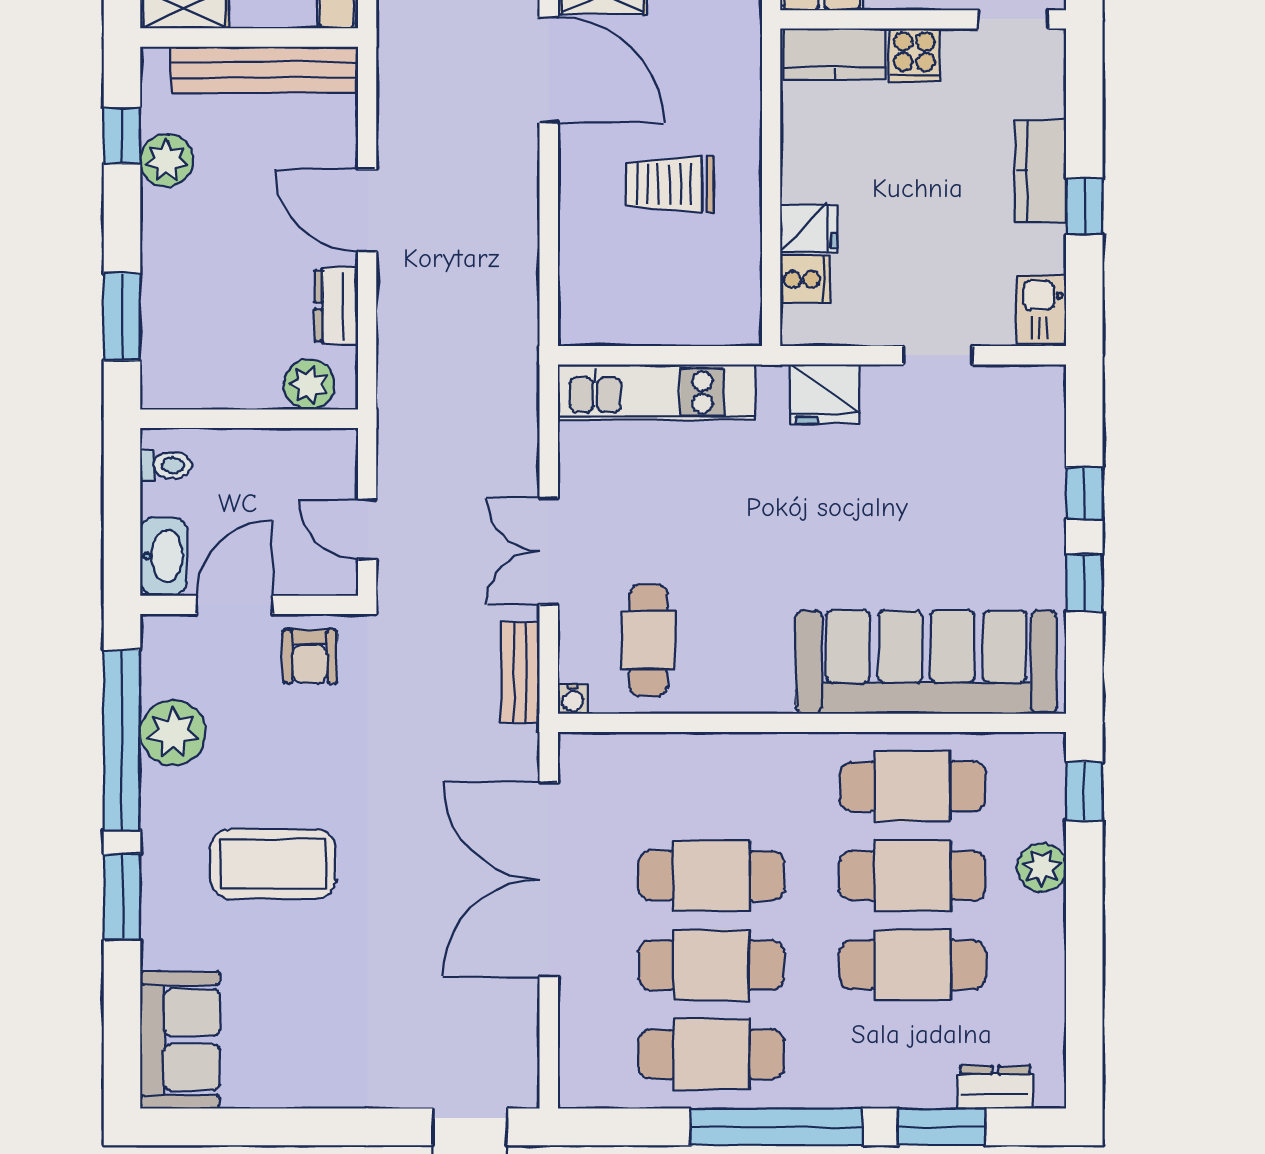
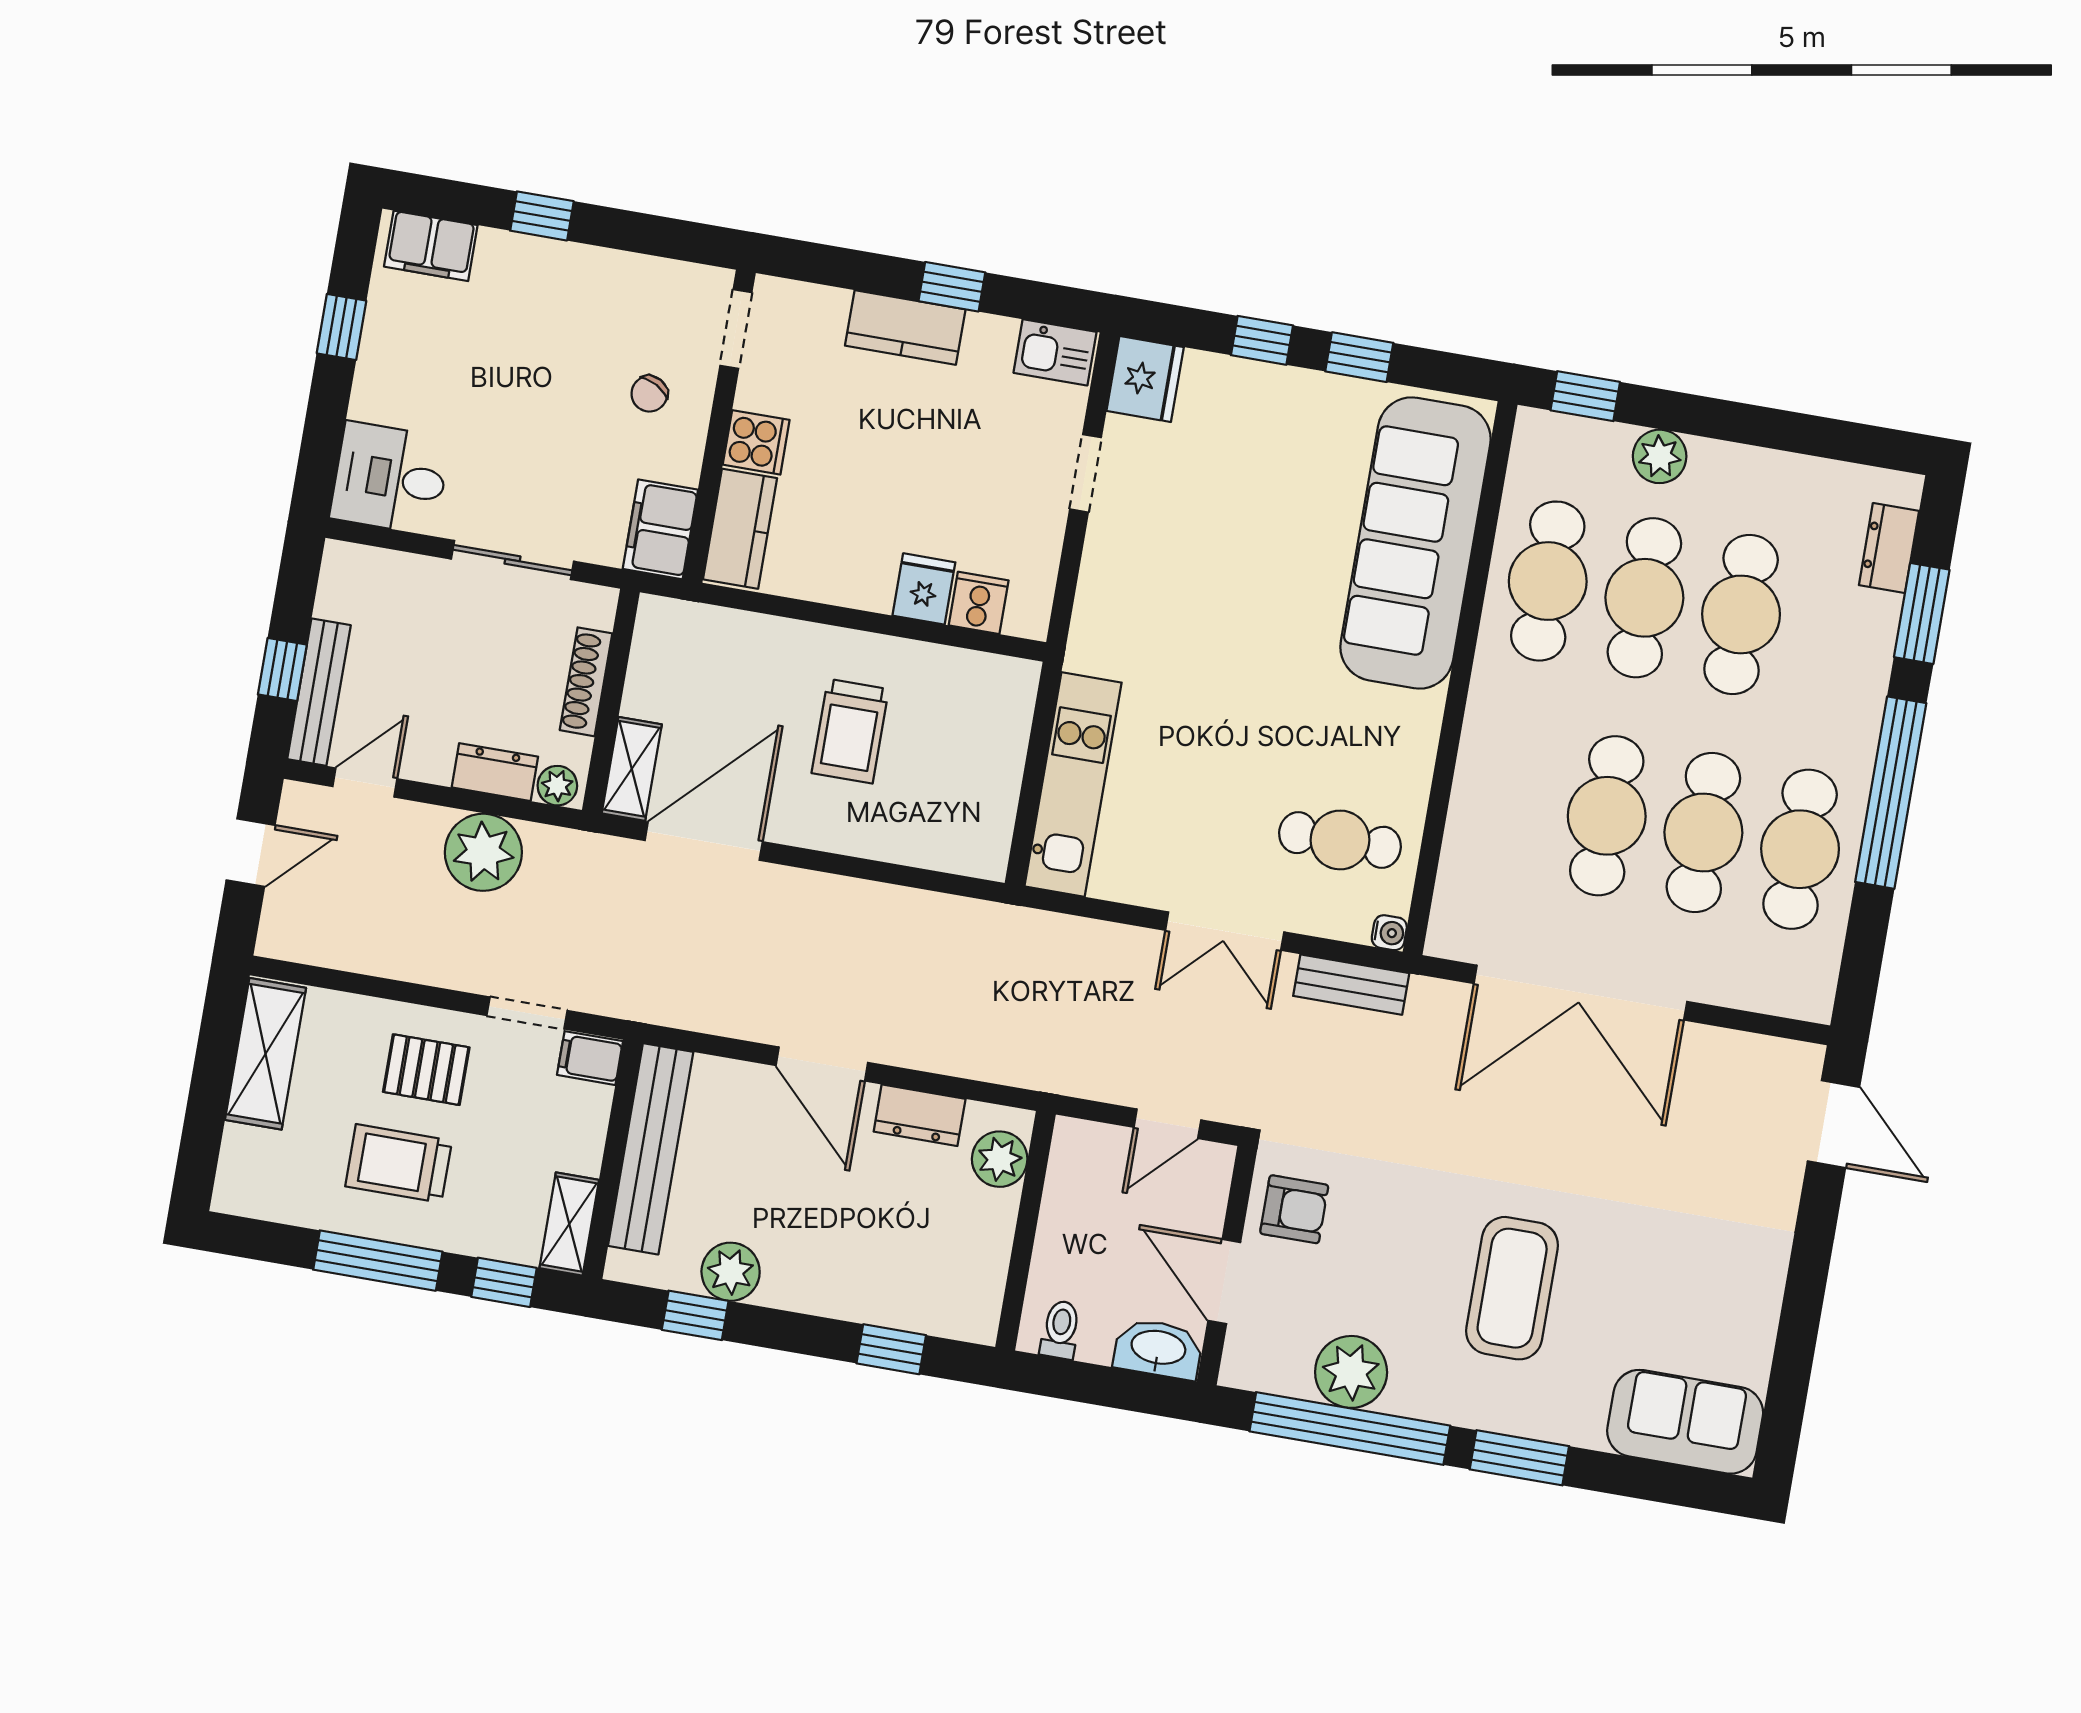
door: (367, 210) -> (822, 1064), hinge flipped
window: (122, 317) -> (891, 1349), width x0.67
fridge: (824, 394) -> (1145, 379), moved

